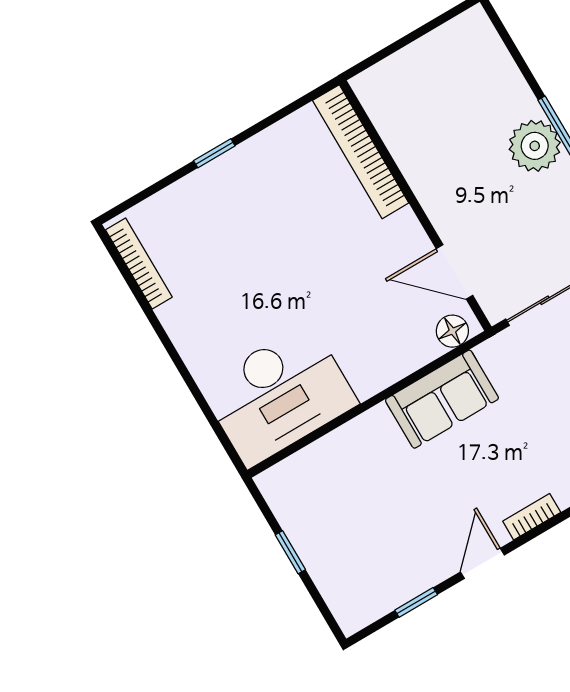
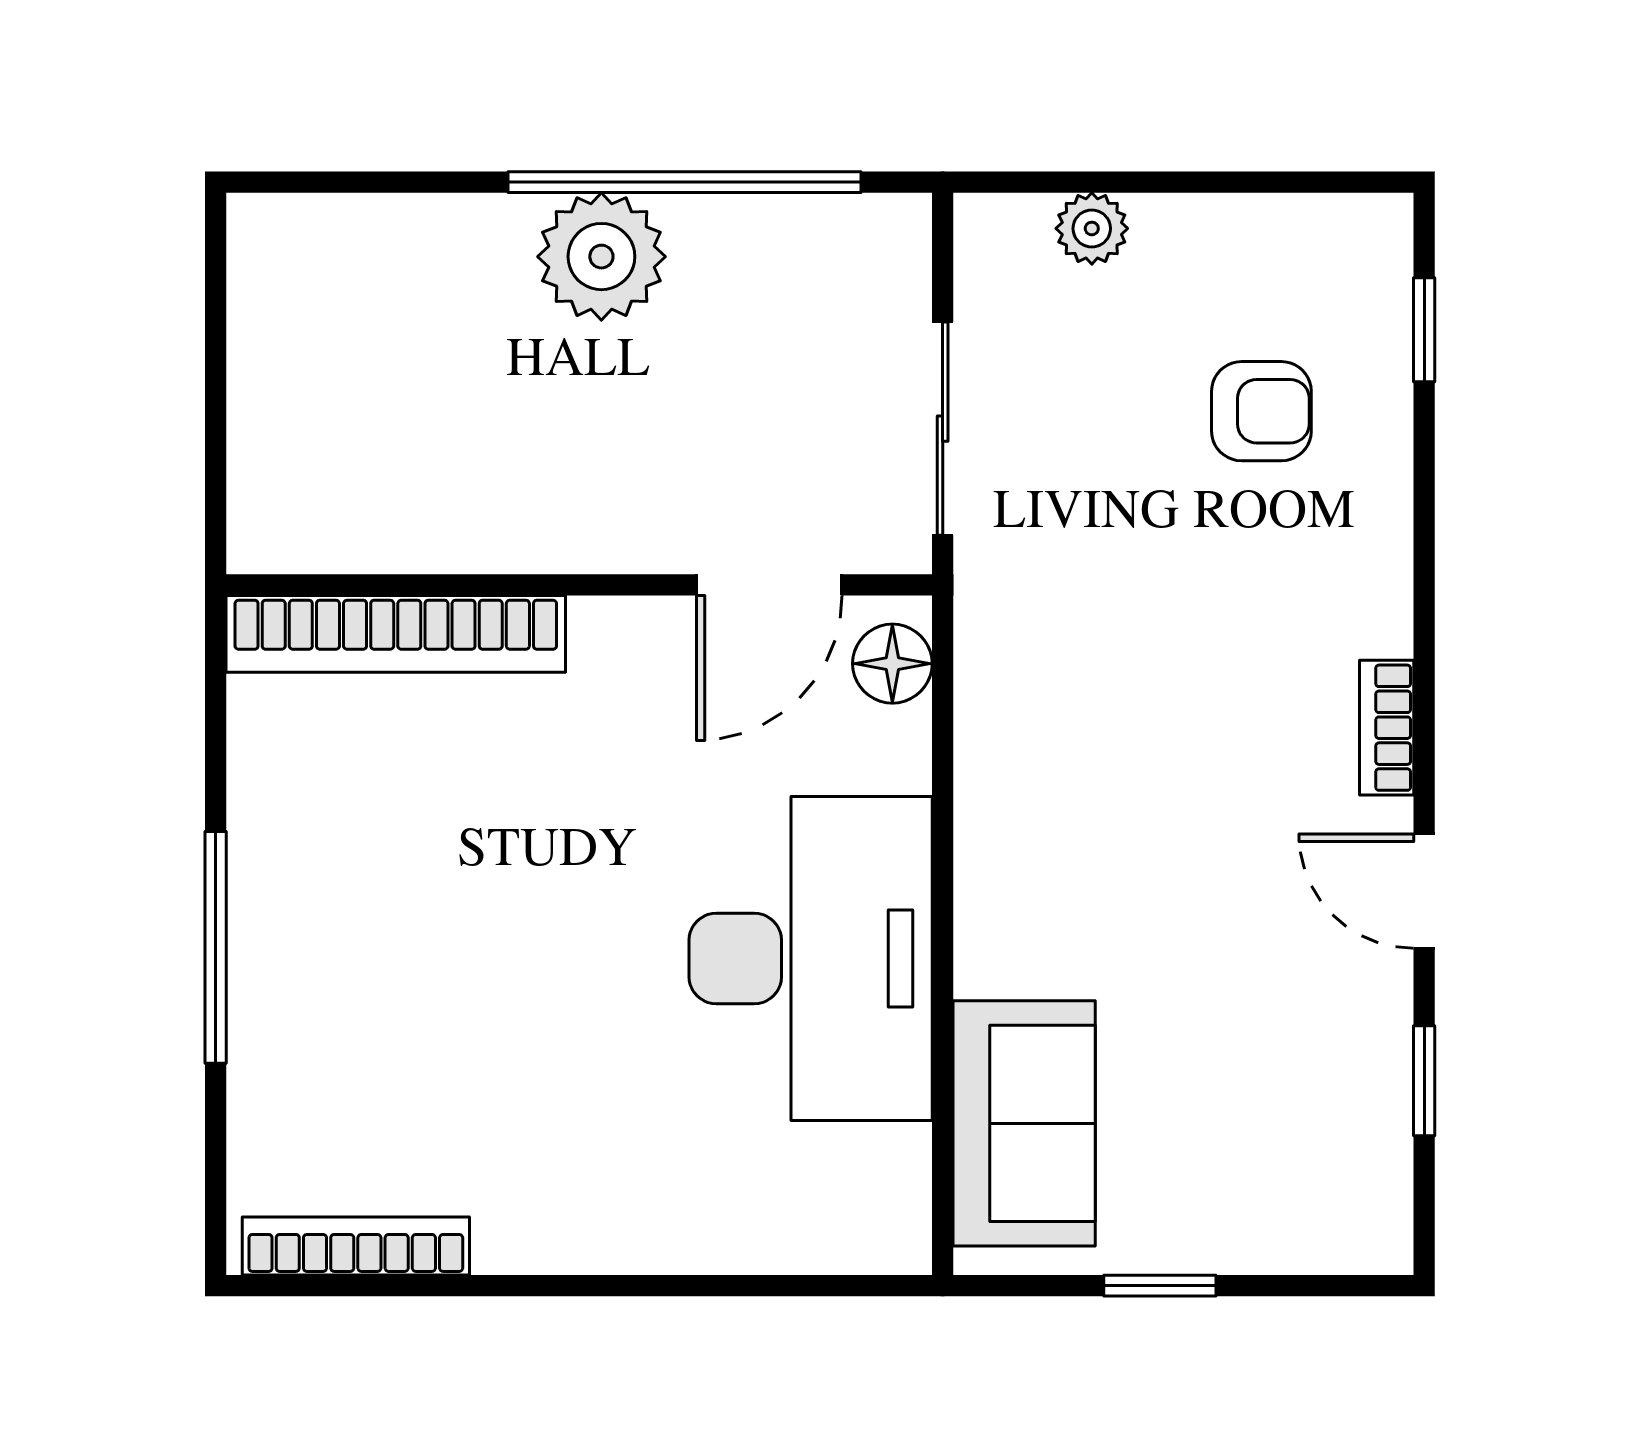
window: (214, 153) -> (216, 947), width x2.17
desk: (279, 395) -> (811, 958), moved
sofa: (442, 399) -> (1024, 1123), moved

